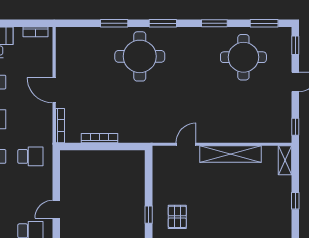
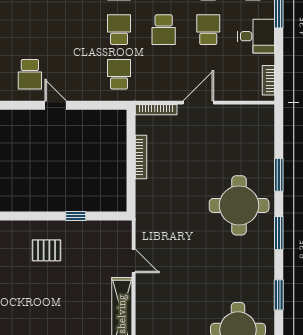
school desk: (30, 156) -> (119, 74), turned 180
window: (149, 215) -> (76, 216), moved

